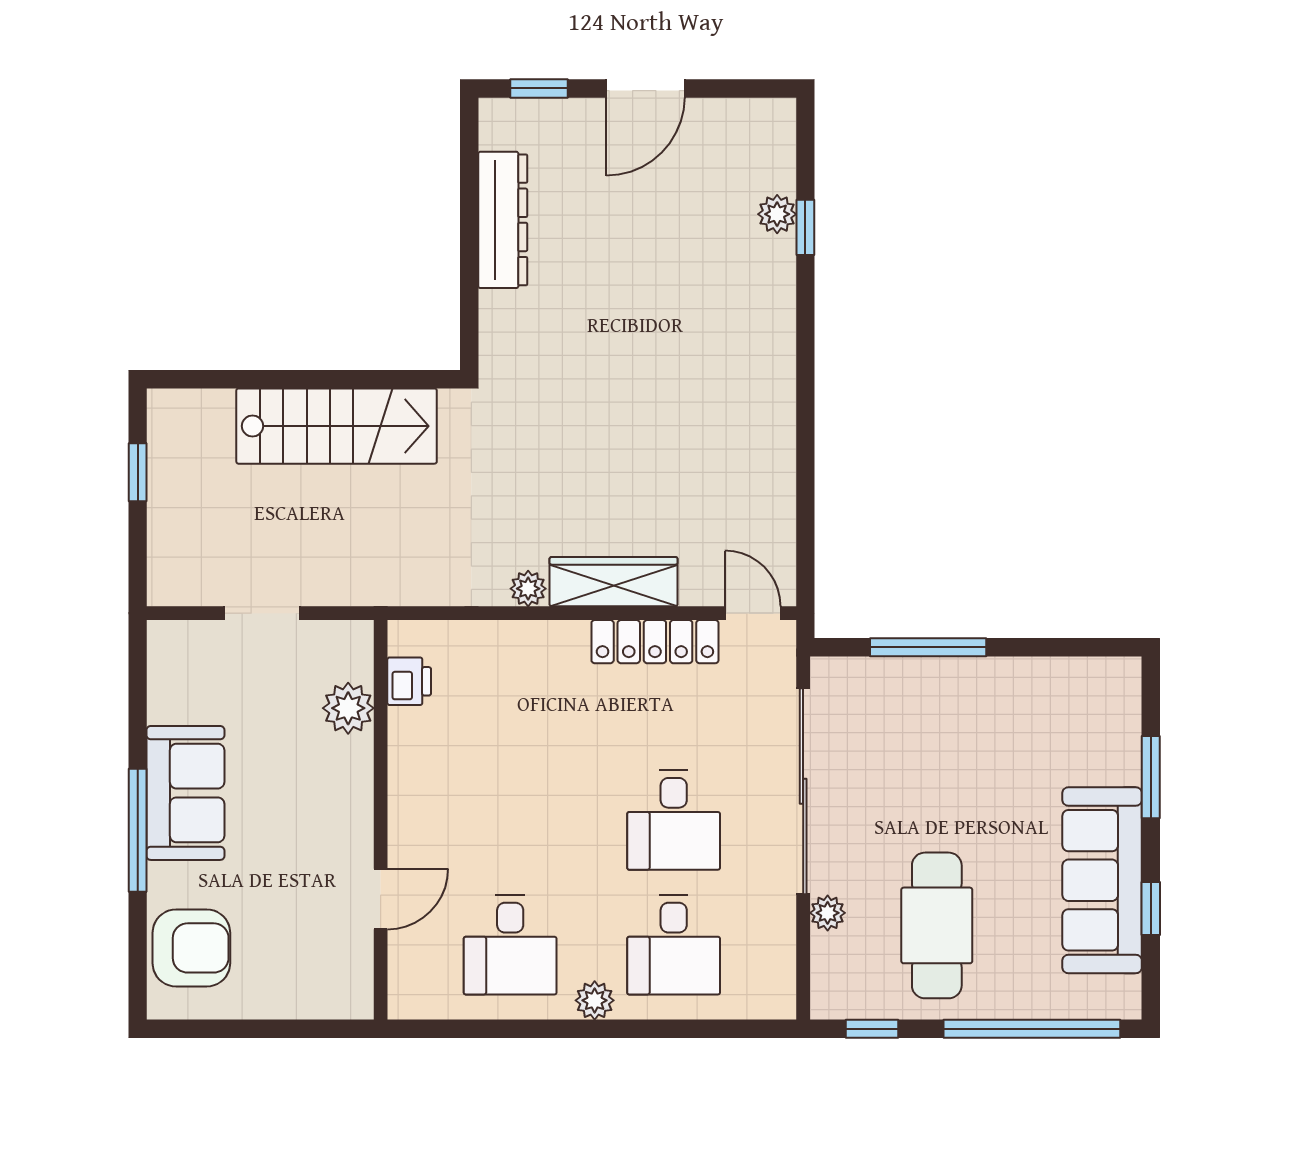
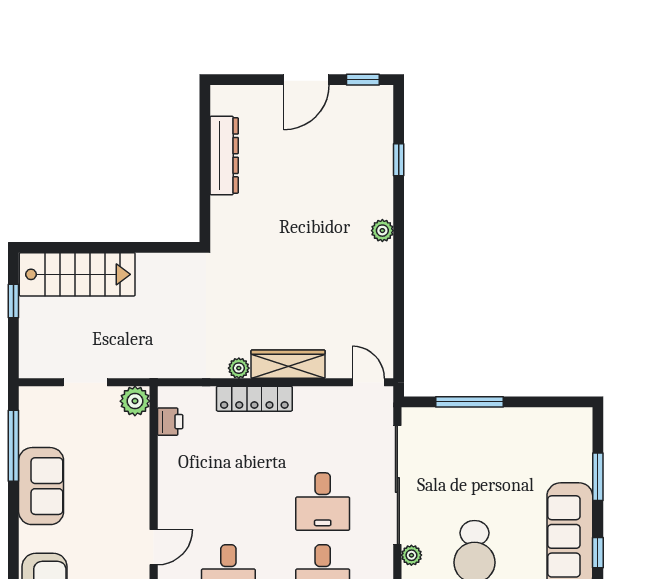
window: (539, 88) -> (363, 80), moved
plant: (777, 214) -> (382, 231), moved
stairs: (337, 426) -> (77, 274), moved
locker: (655, 642) -> (254, 399), moved
plant: (348, 708) -> (135, 401), moved
window: (138, 830) -> (13, 446), moved

